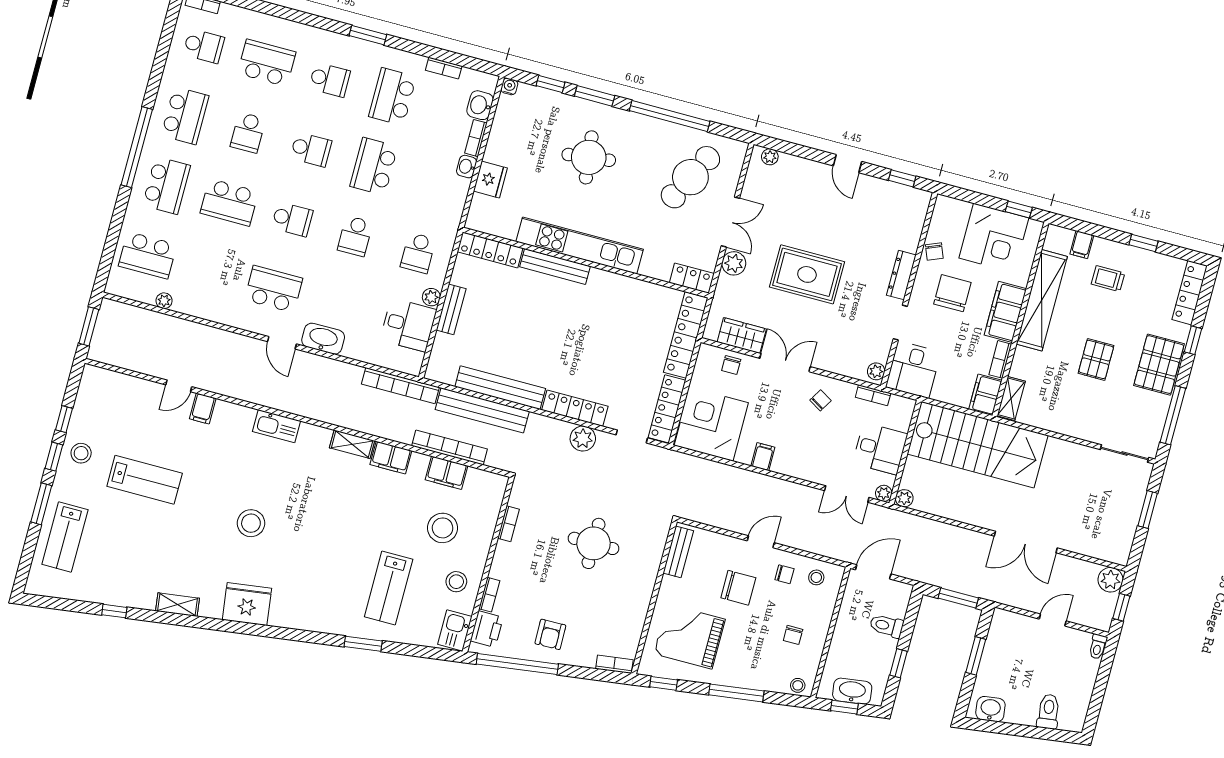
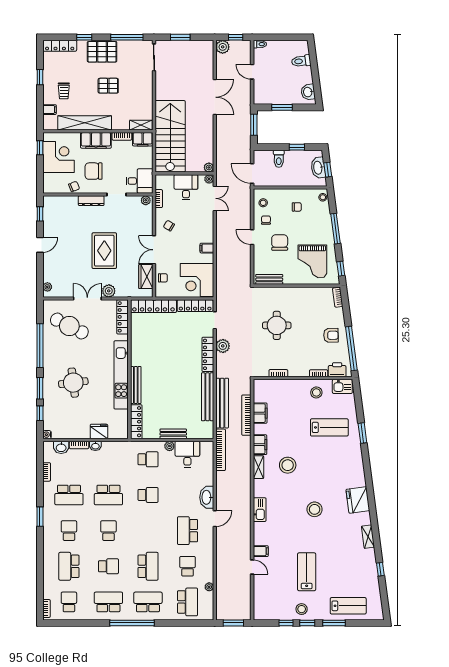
school desk: (292, 219) -> (188, 566), moved
locker: (692, 278) -> (123, 317), width x1.53
stool: (443, 528) -> (288, 465), moved

